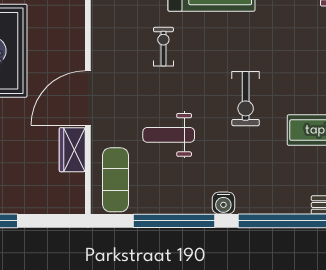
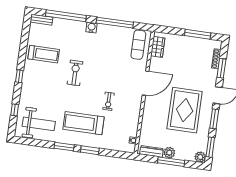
weight bench: (169, 135) -> (112, 61), removed
wardrobe: (72, 150) -> (158, 47), moved

